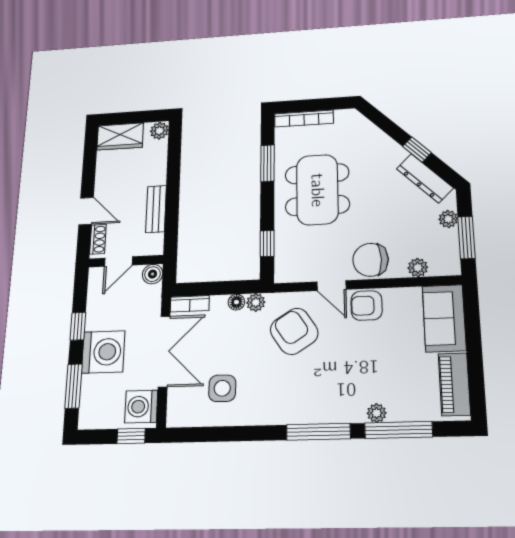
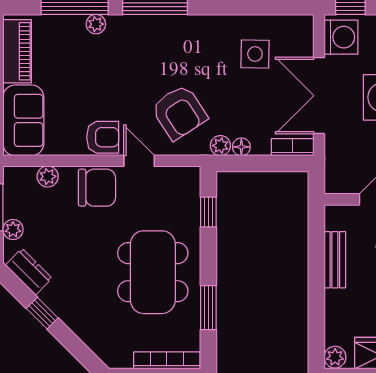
dresser: (425, 178) -> (29, 272), width x0.70
boiler: (153, 274) -> (335, 183), removed

